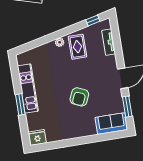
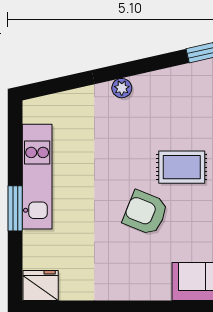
rug: (77, 47) -> (182, 167), moved, turned 90
armchair: (79, 97) -> (145, 213), turned 88

